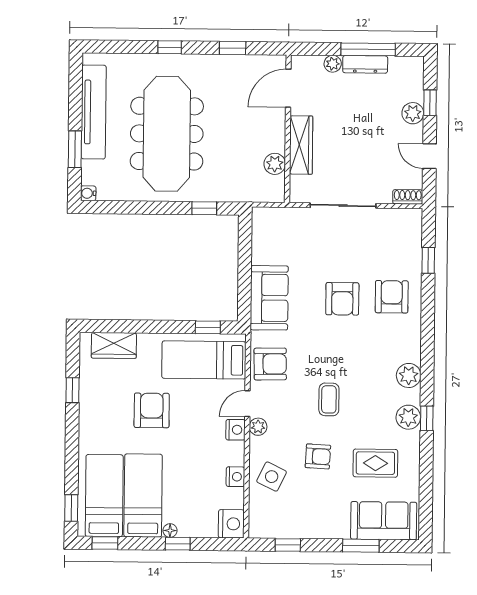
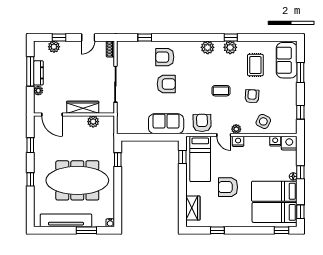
plant: (413, 113) -> (54, 47), moved
nightstand: (235, 477) -> (275, 141), moved

